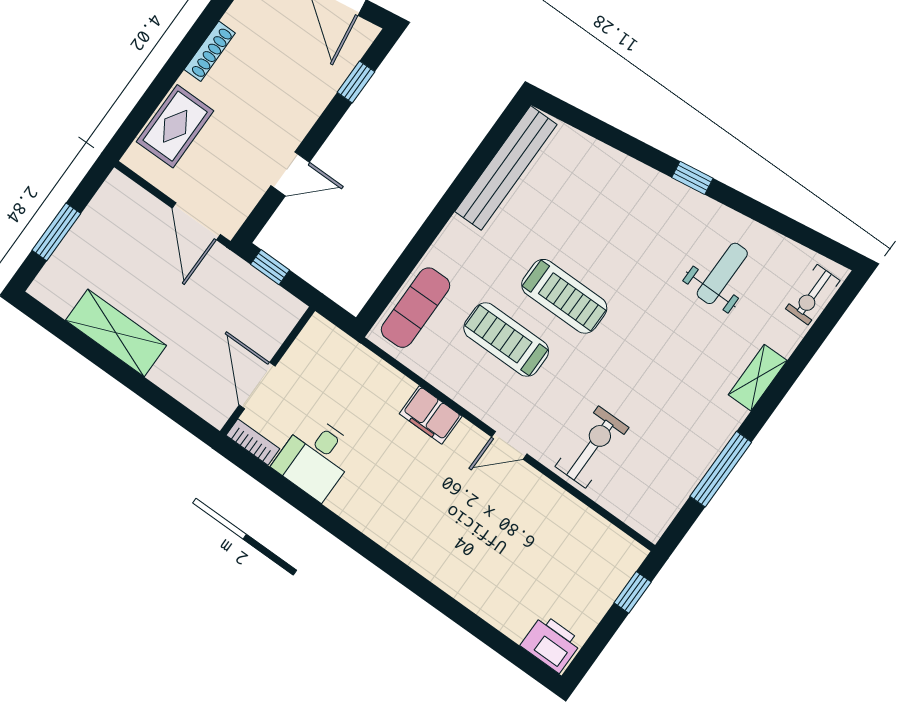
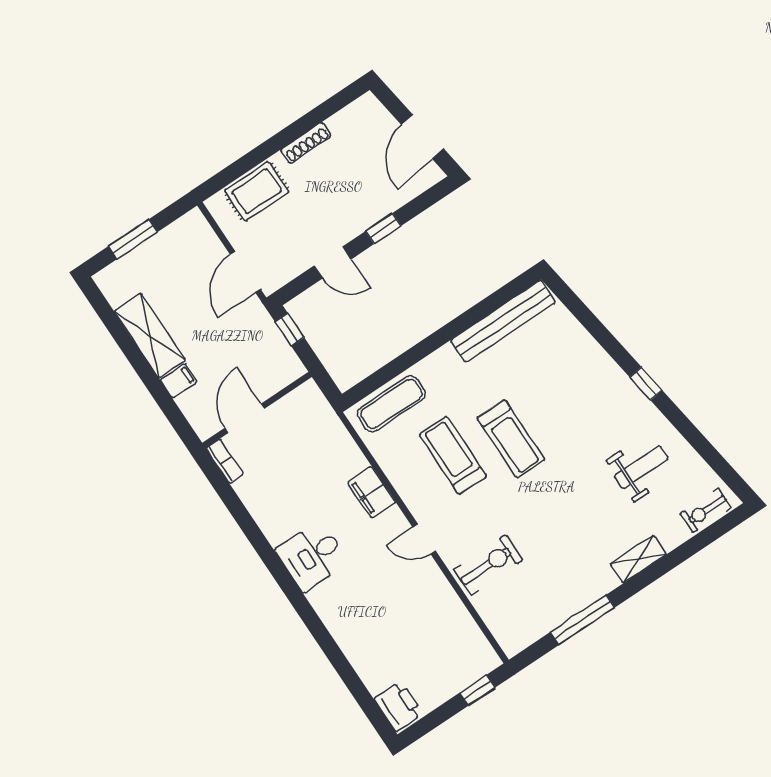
window: (356, 82) -> (383, 229), moved
filing cabinet: (168, 371) -> (179, 381), added
desk: (316, 458) -> (312, 556), moved

